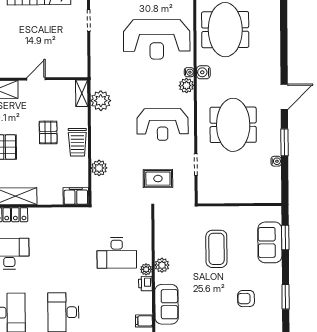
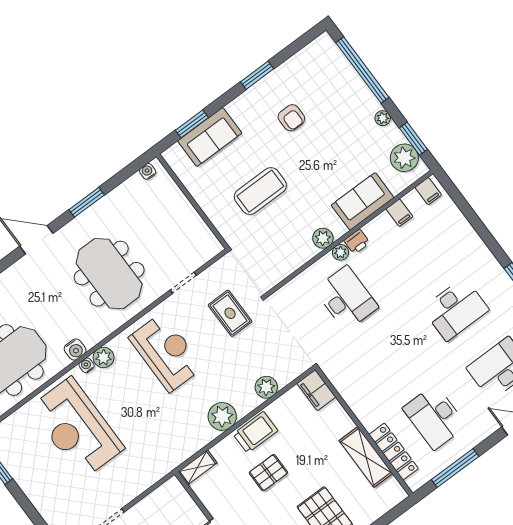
reception desk: (157, 39) -> (77, 428), turned 180
plant: (101, 101) -> (222, 416), moved
meeting table: (233, 125) -> (109, 274), turned 90
water cooler: (276, 161) -> (148, 171), moved

